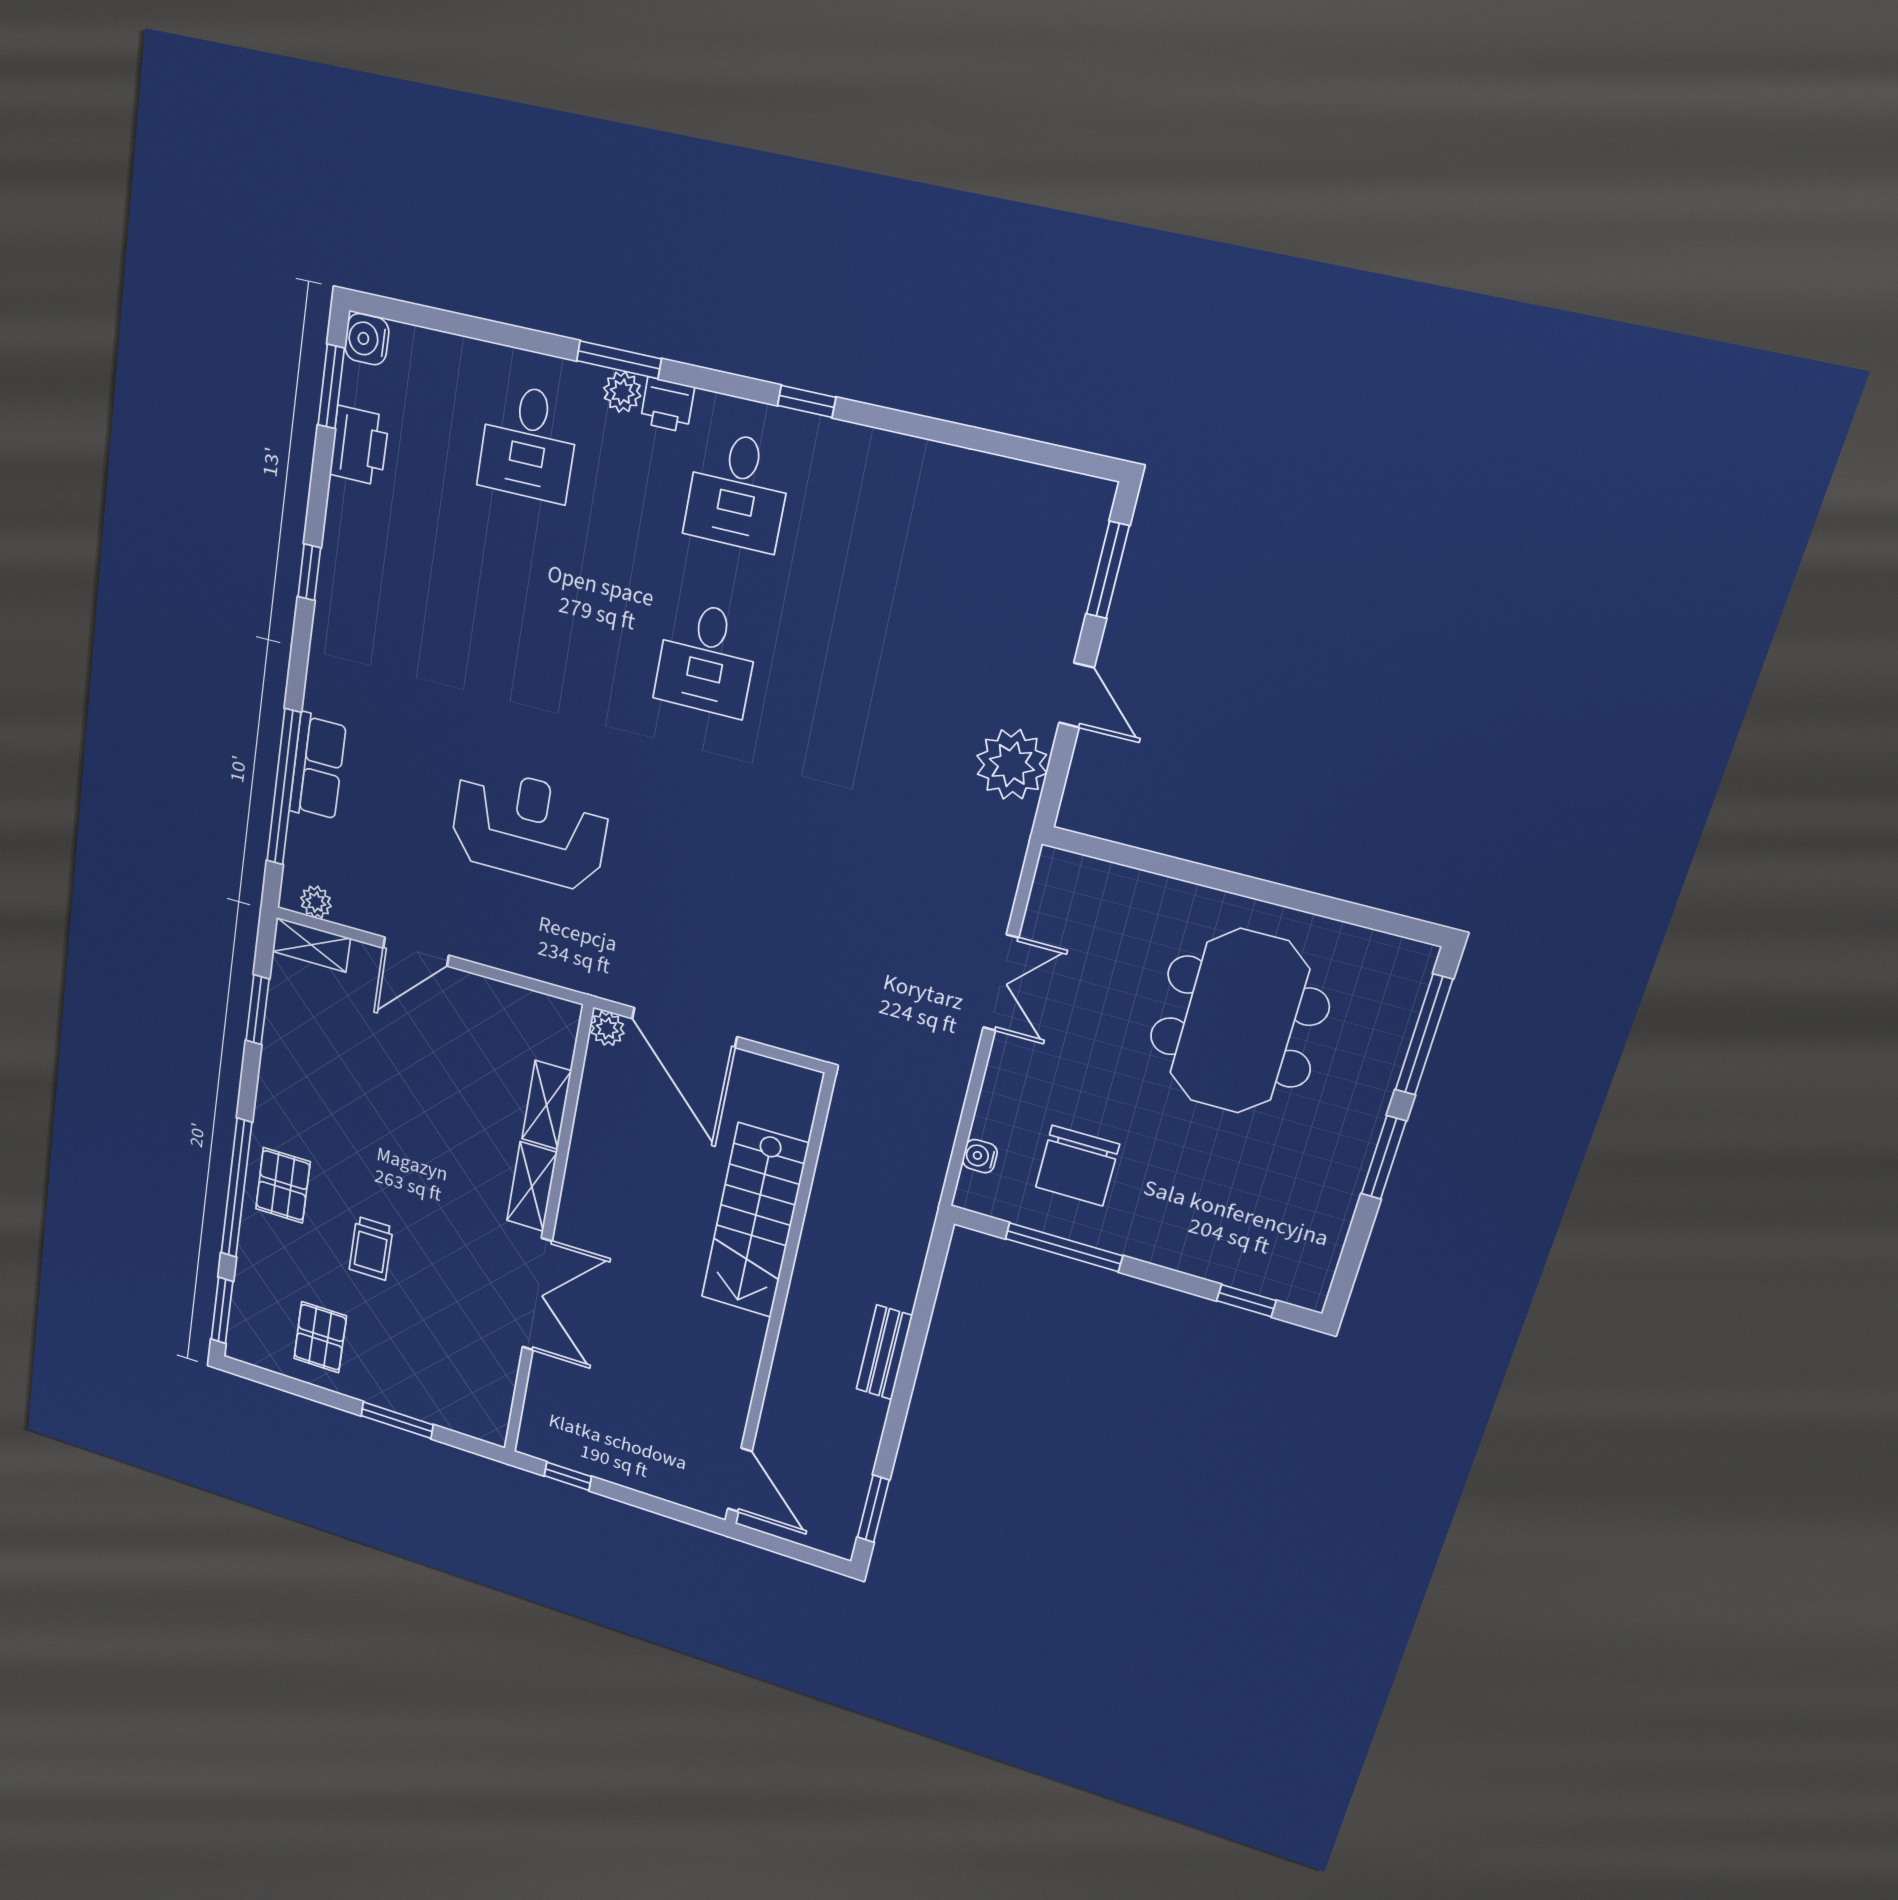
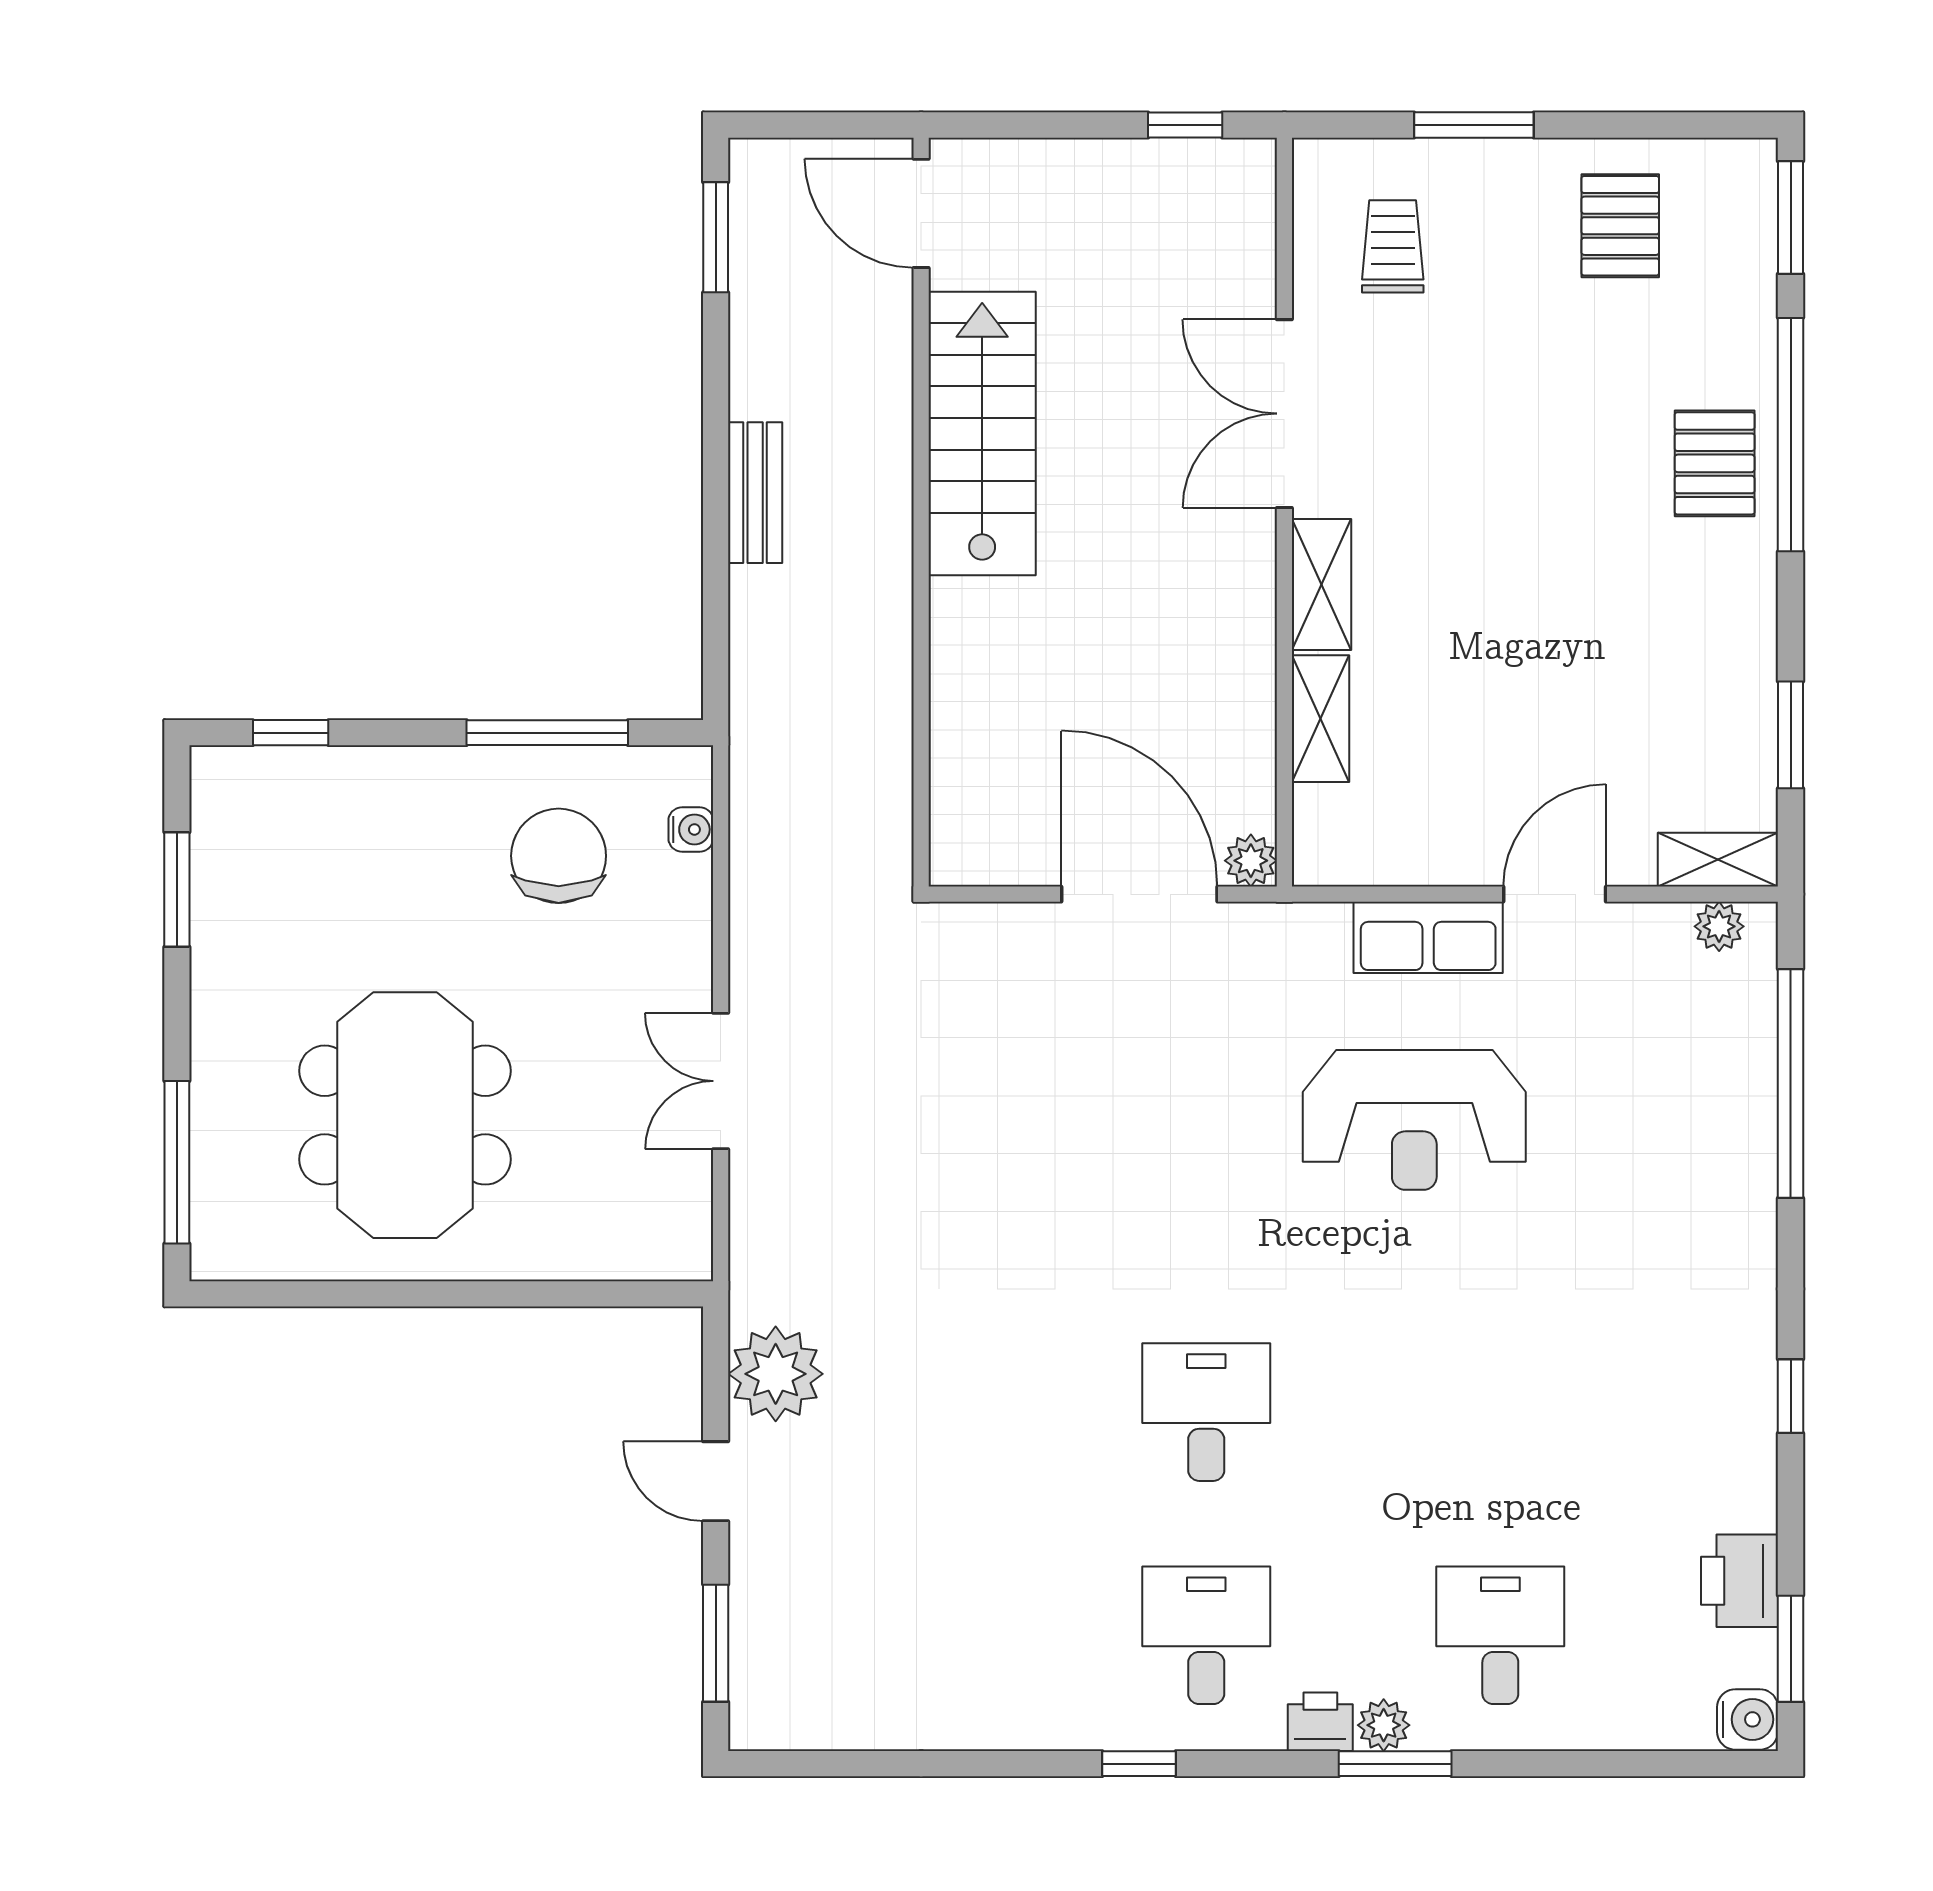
row of seats: (318, 767) -> (1428, 937), moved, turned -90
window: (1384, 1158) -> (177, 890), moved
stairs: (755, 1221) -> (982, 433), moved
trolley: (371, 1248) -> (1393, 246), moved

